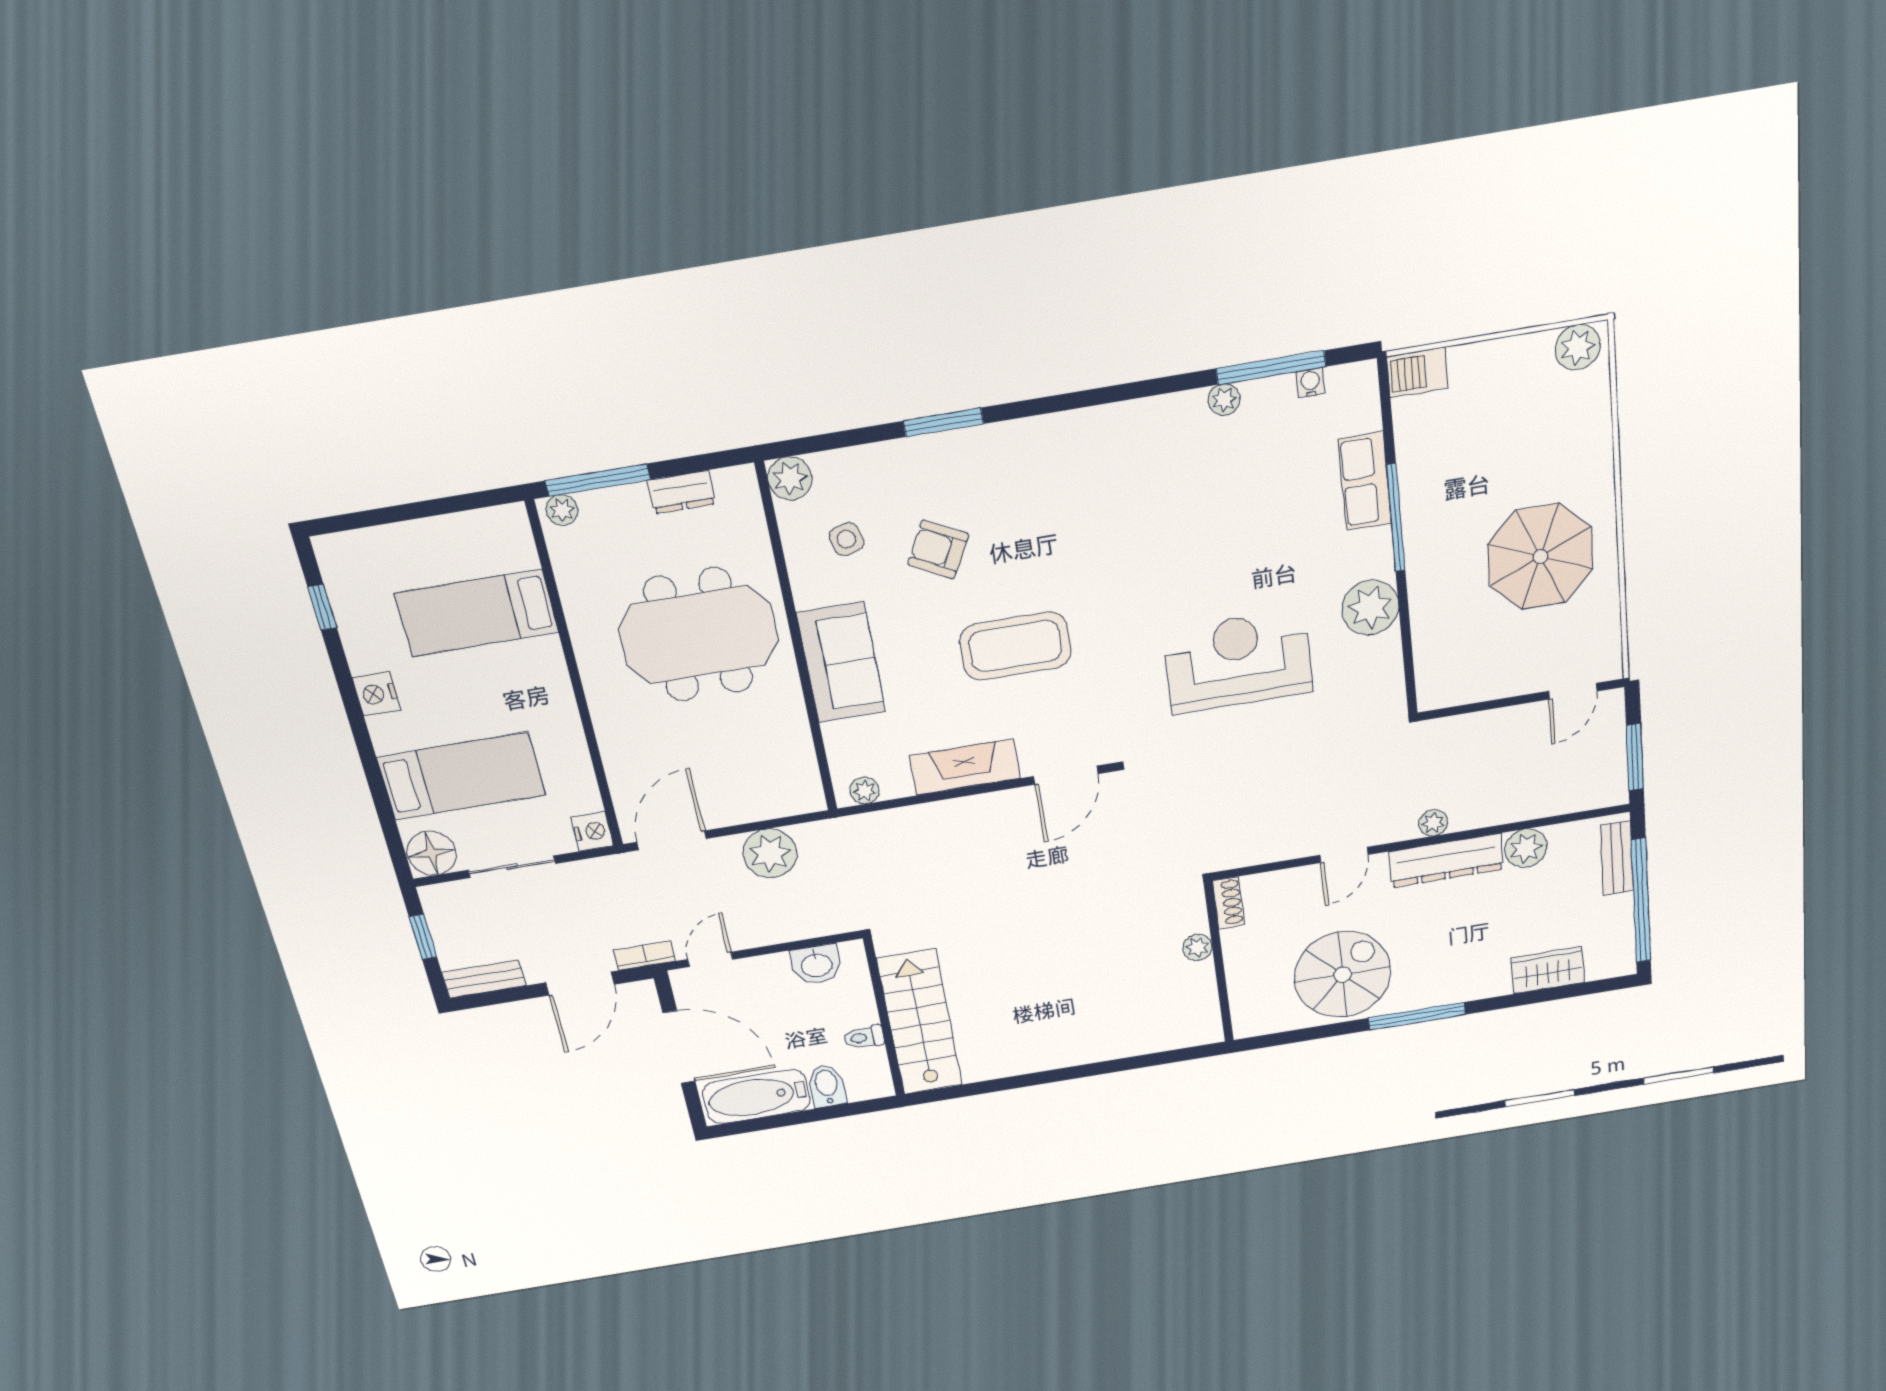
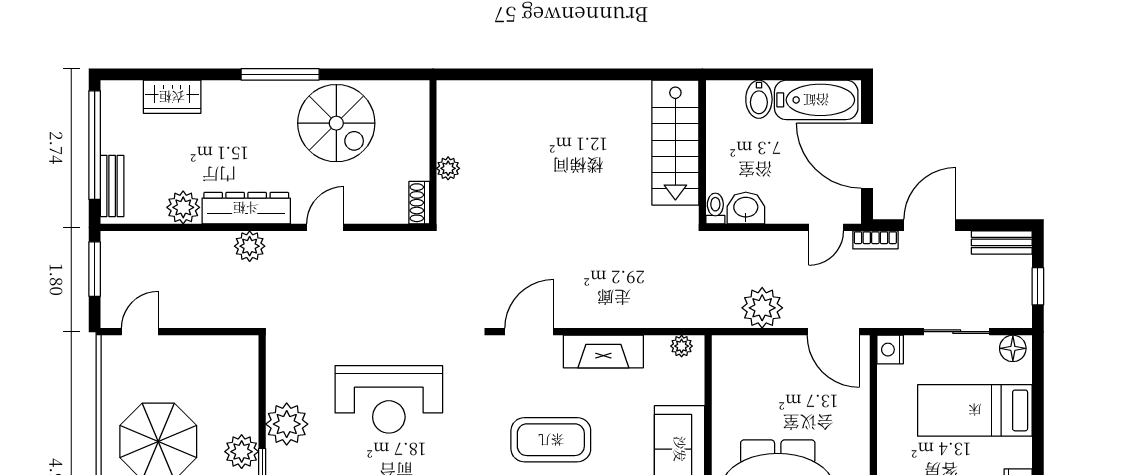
plant: (1428, 562) -> (242, 452), added
plant: (1433, 823) -> (250, 246), width x1.38, depth x1.38
door: (671, 840) -> (833, 332), hinge flipped
floor lamp: (432, 853) -> (1013, 348), width x0.73, depth x0.73
spiral stairs: (1343, 975) -> (336, 123), turned -90
toilet: (864, 1037) -> (715, 209), moved, turned -90

